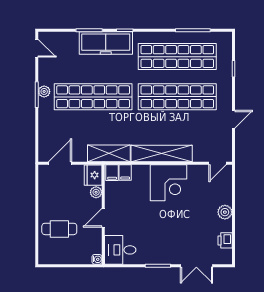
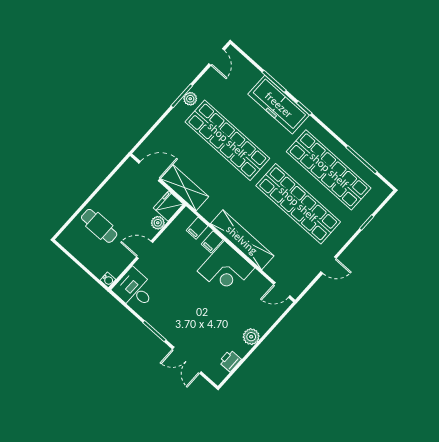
shelving: (109, 153) -> (185, 188), moved
filing cabinet: (112, 173) -> (212, 242), moved

